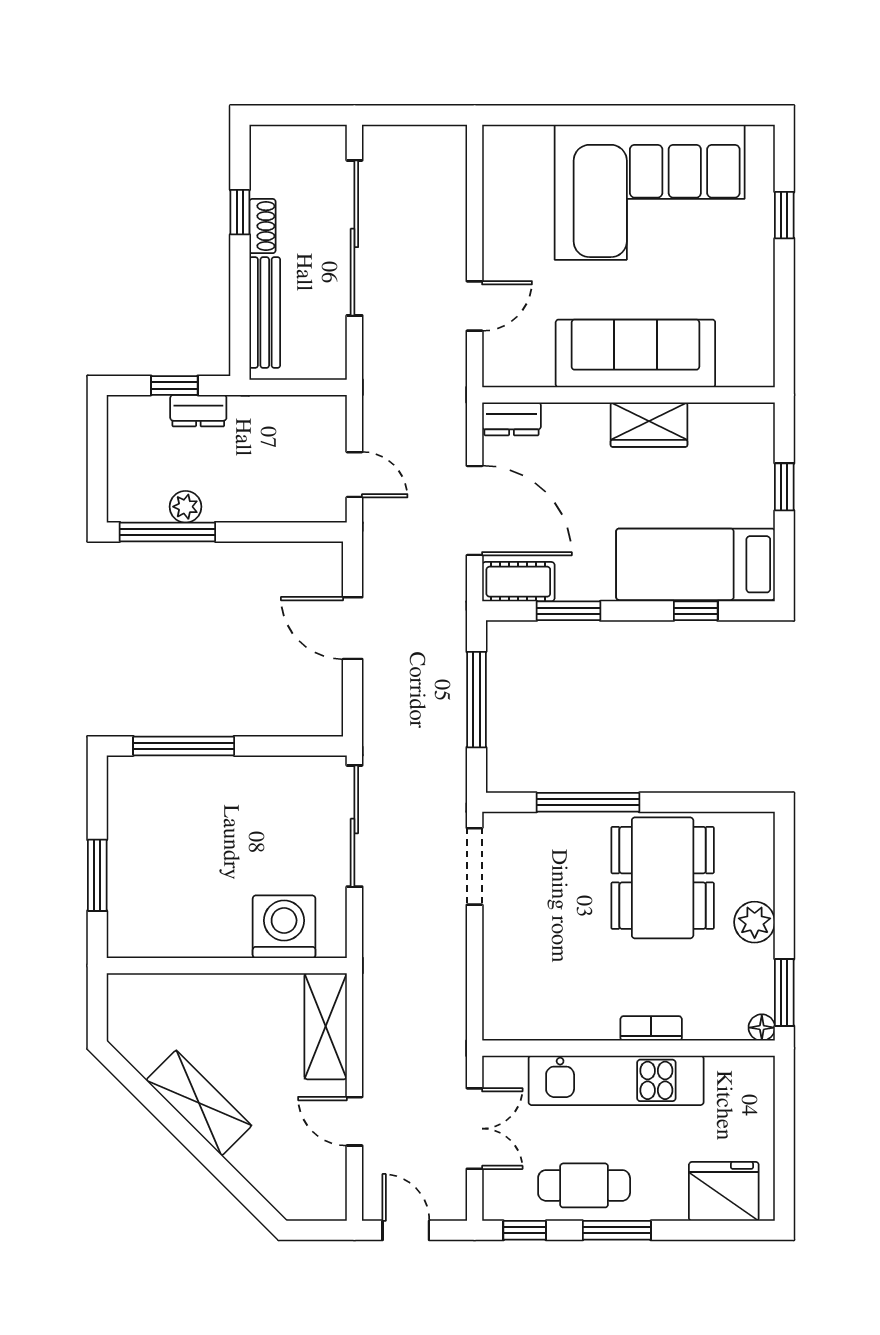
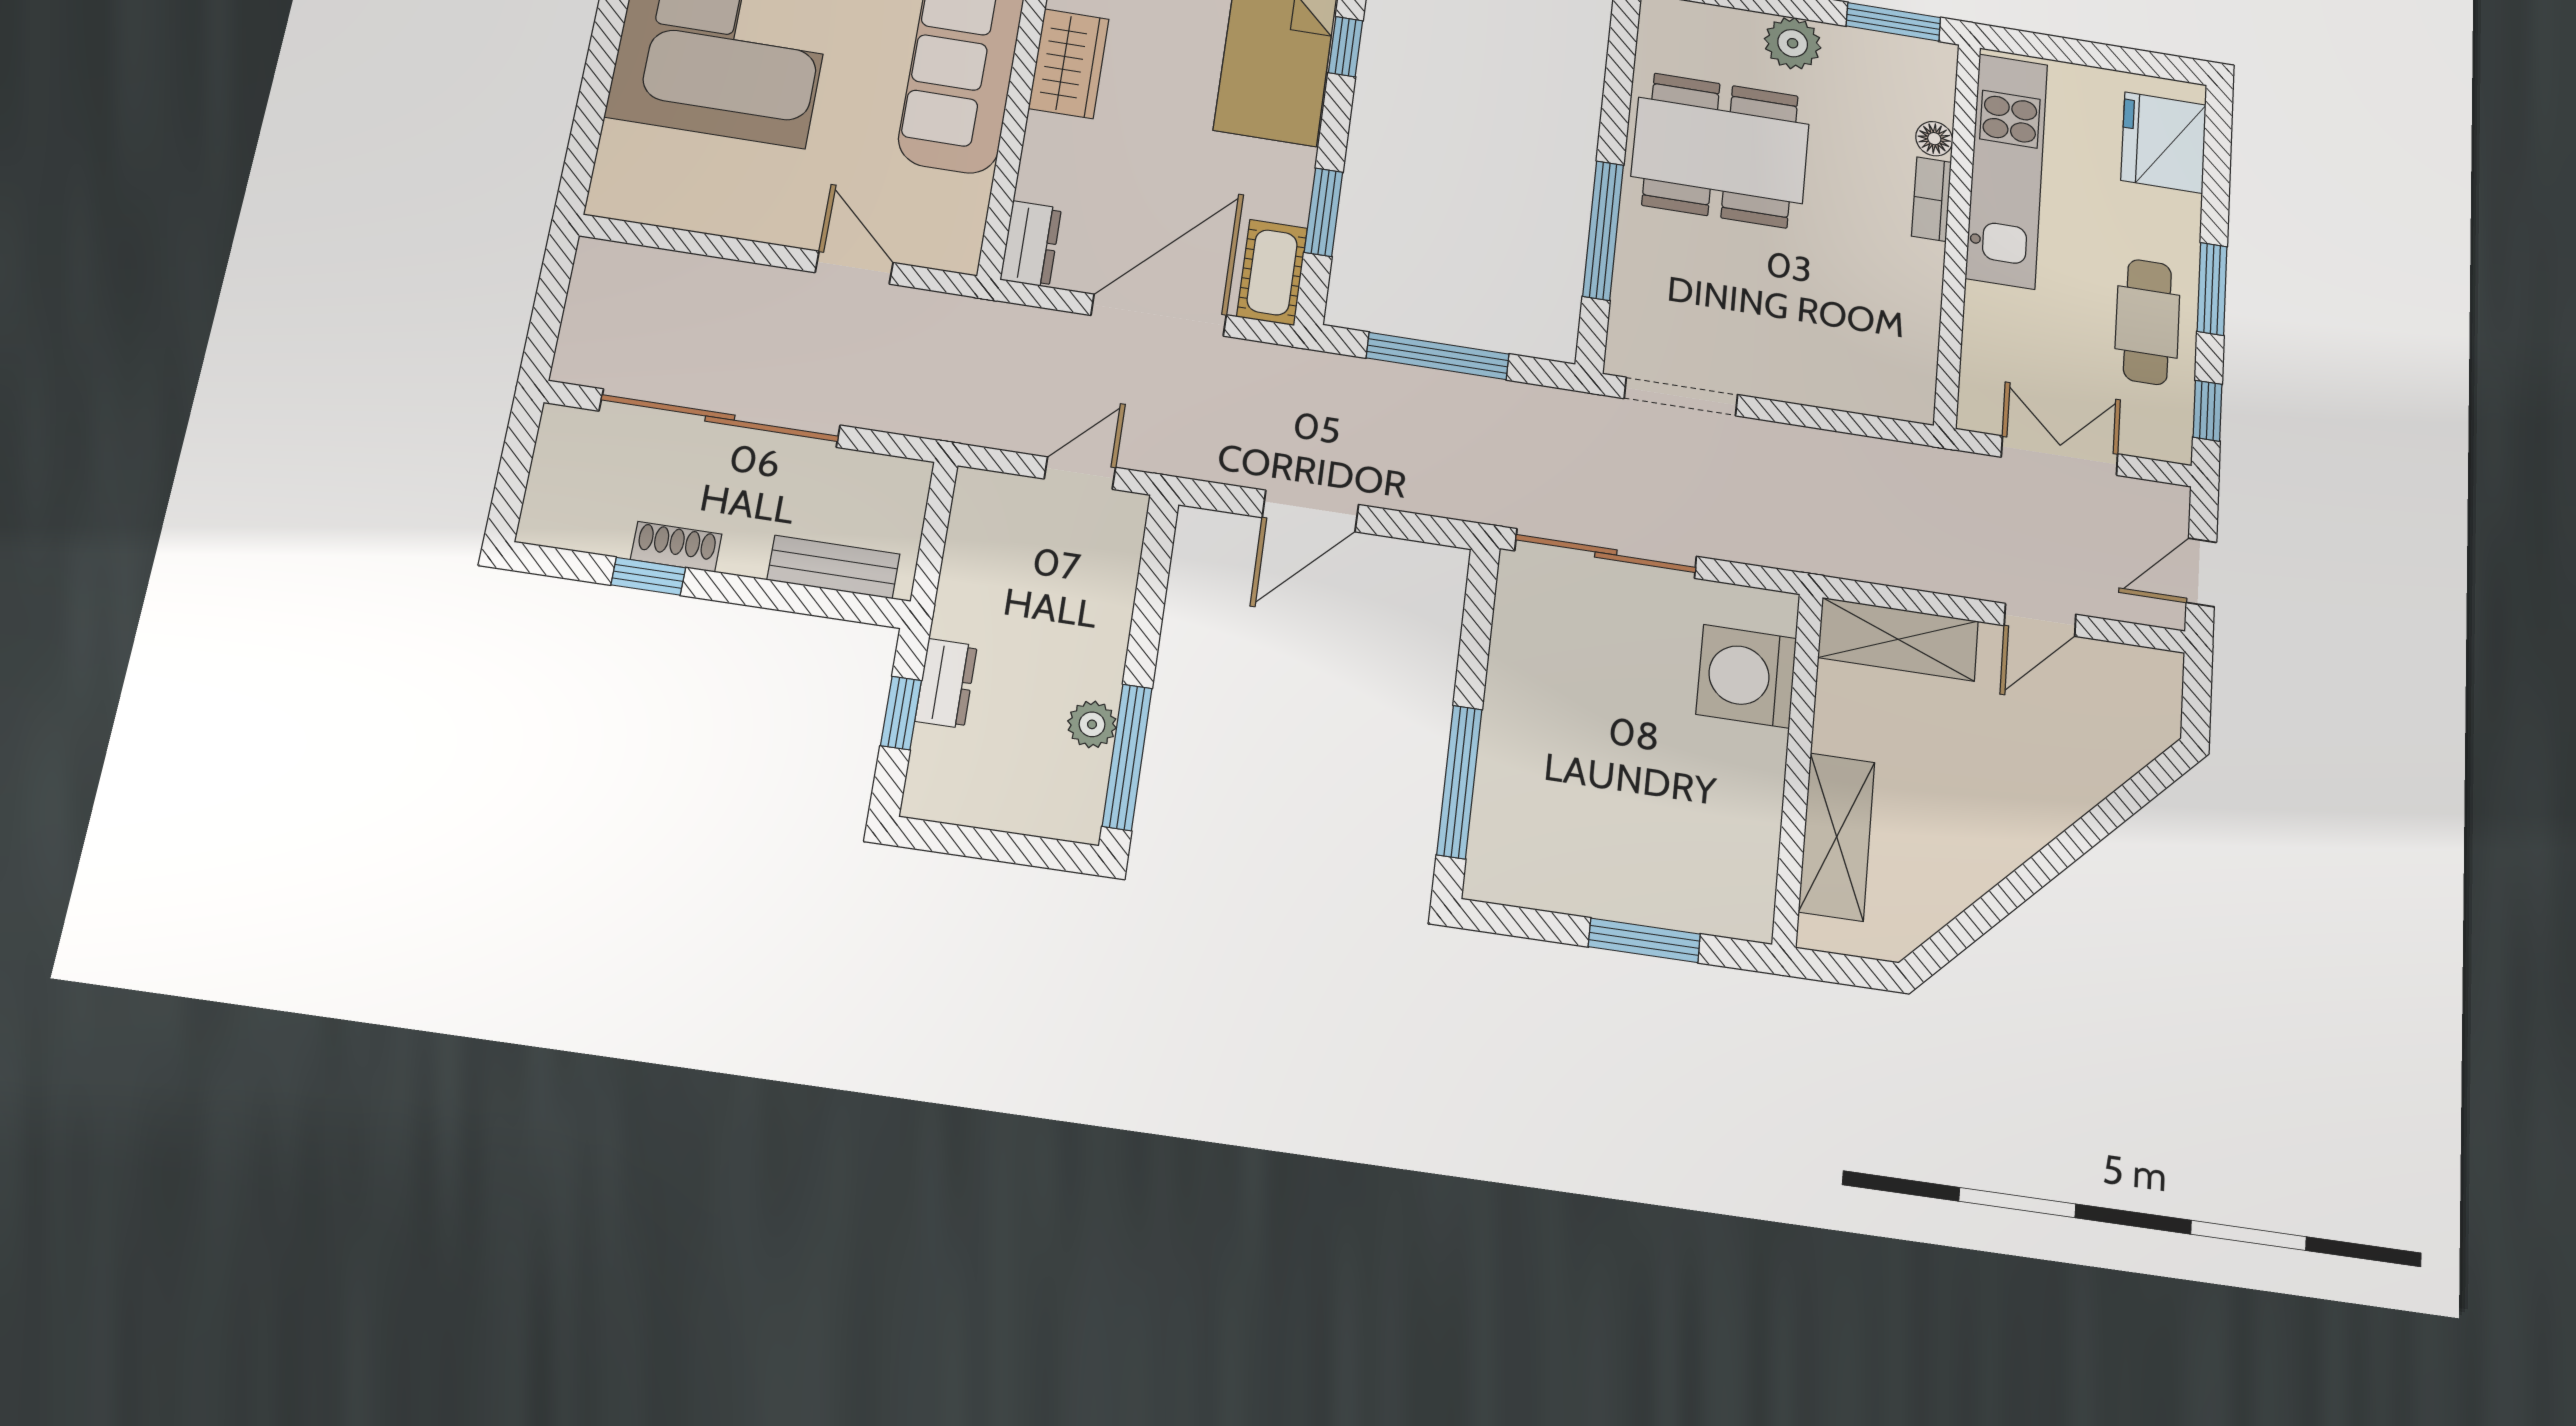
bench: (265, 312) -> (834, 567), width x0.73
floor lamp: (762, 1028) -> (1934, 139), moved
kitchen unit: (616, 1080) -> (2007, 170), moved
shelving: (199, 1103) -> (1837, 837), moved, turned -45

